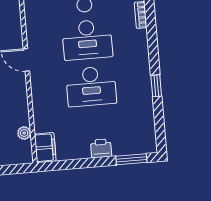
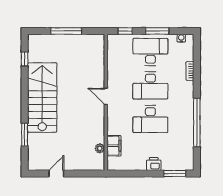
window: (156, 86) -> (197, 122), width x3.17
filing cabinet: (45, 148) -> (114, 146), moved

